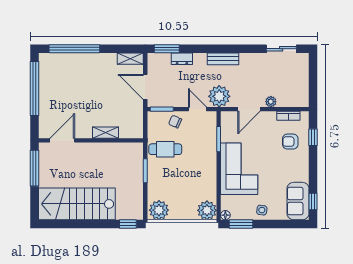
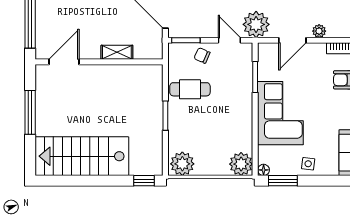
shelving: (106, 133) -> (117, 52), moved
door: (62, 140) -> (64, 62), moved
wall: (91, 140) -> (99, 62), moved

